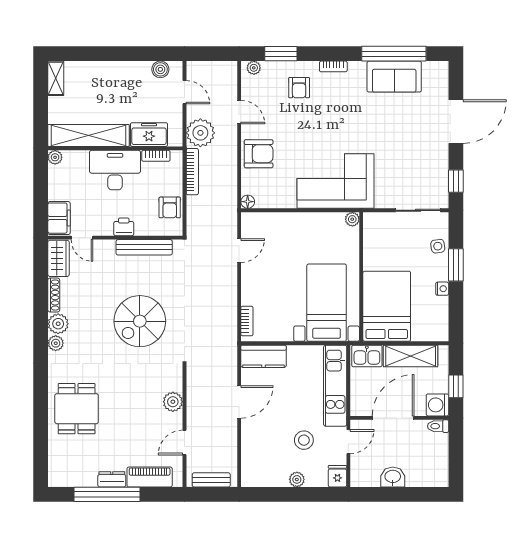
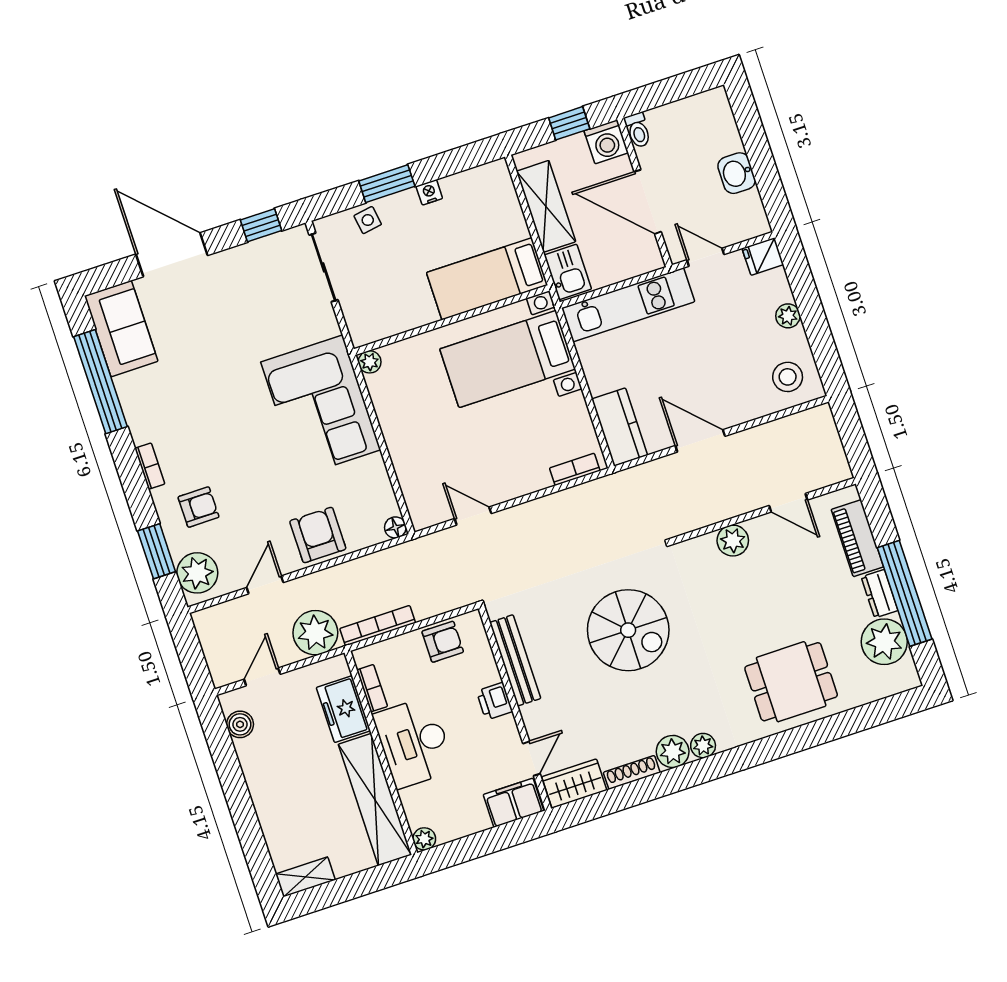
plant: (254, 68) -> (197, 573), width x1.88, depth x1.88
sofa: (394, 77) -> (121, 329), moved
bed: (387, 306) -> (487, 279), width x0.67
stool: (304, 440) -> (788, 377), moved
plant: (82, 473) -> (884, 642), added
bench: (211, 480) -> (831, 444), removed

